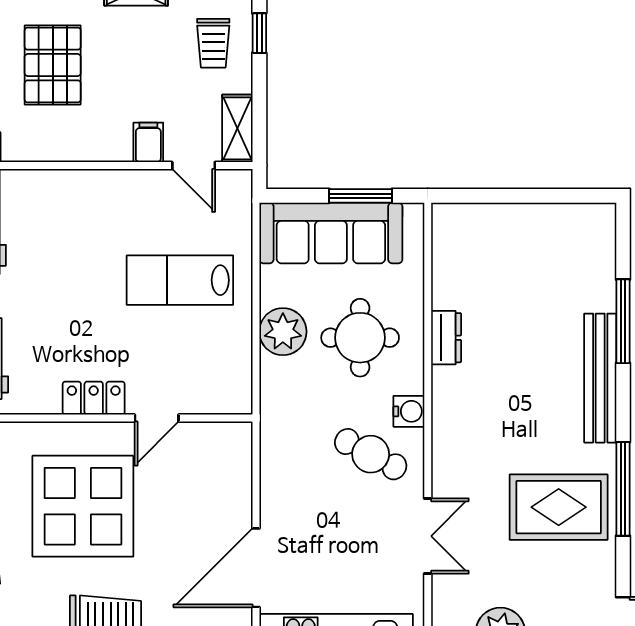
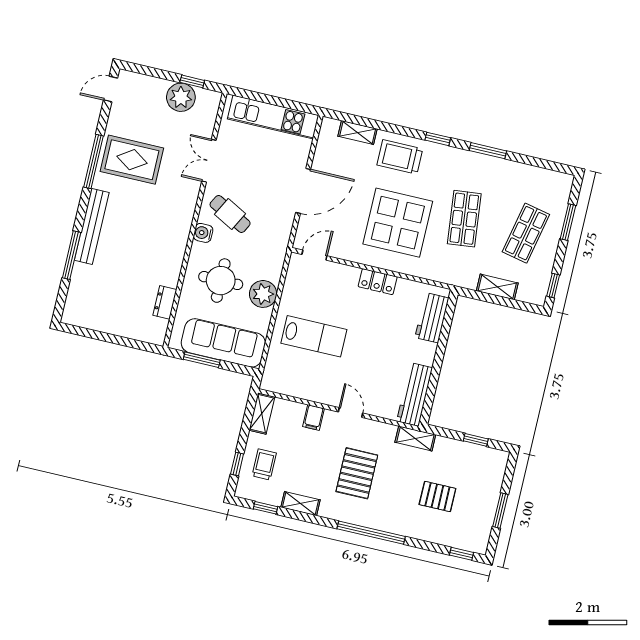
door: (194, 166) -> (350, 413), moved
dresser: (446, 338) -> (165, 302), moved
door: (157, 418) -> (314, 255), moved
door: (256, 568) -> (303, 191), moved

